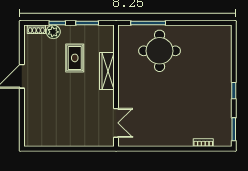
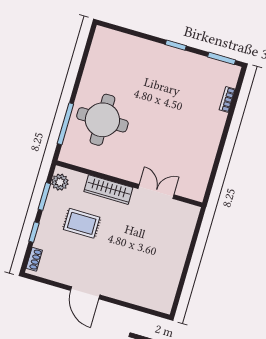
plant: (53, 32) -> (60, 182), moved
double door: (116, 123) -> (156, 192), moved

